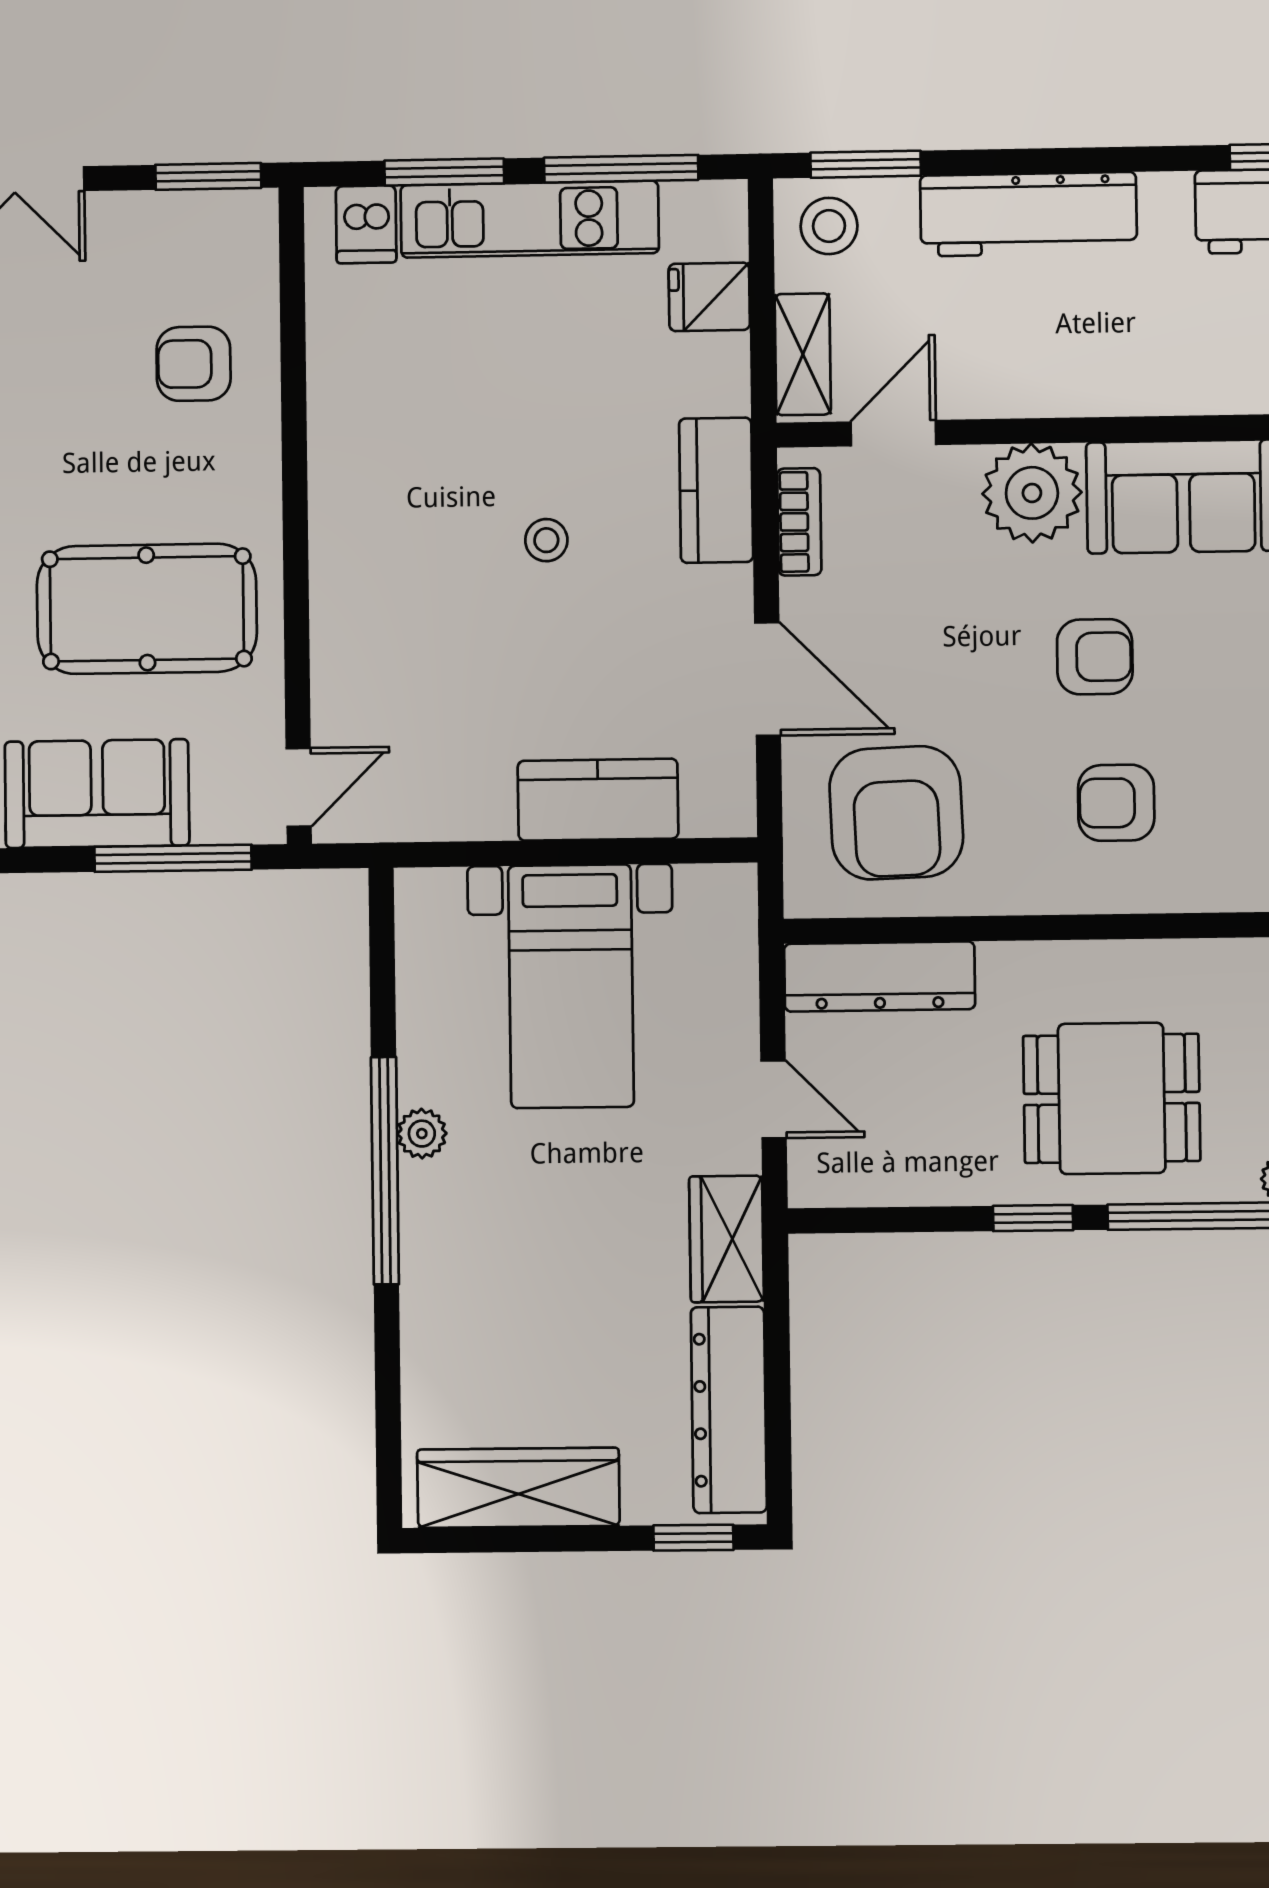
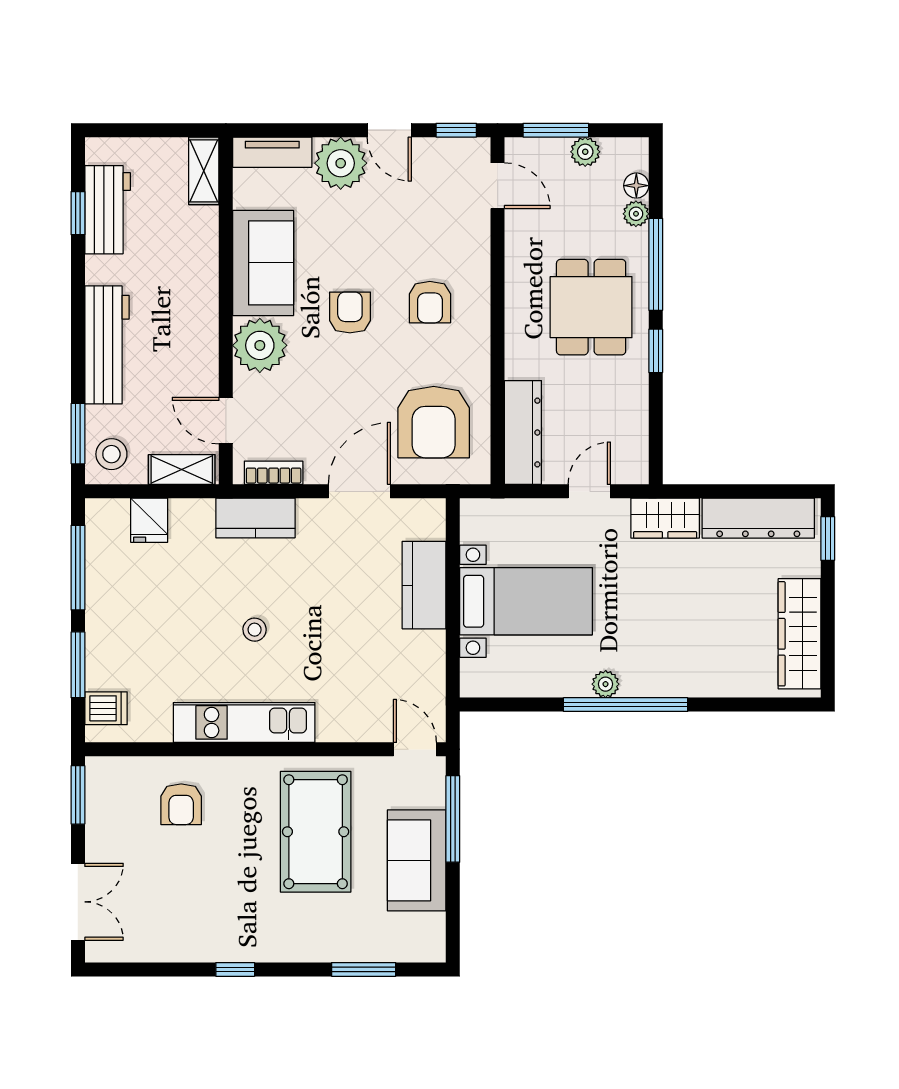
kitchen unit: (530, 219) -> (244, 722), moved, turned -90
stool: (546, 540) -> (255, 630), moved
armchair: (896, 813) -> (434, 422), turned 92

